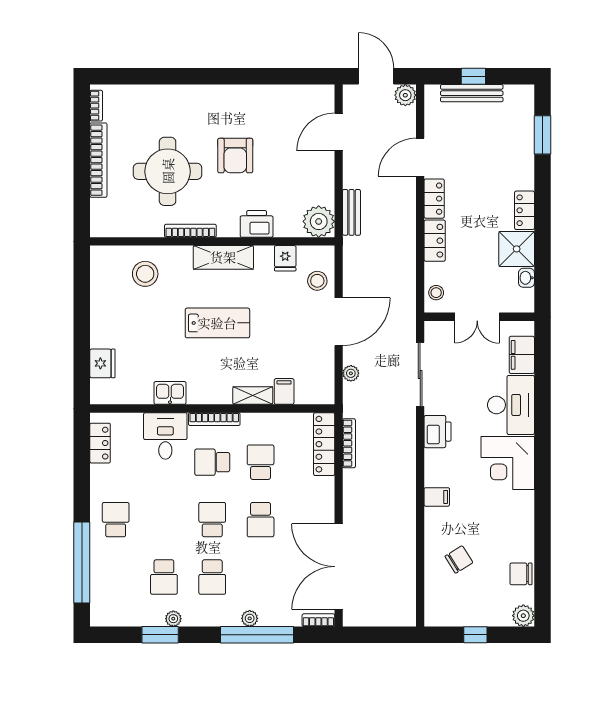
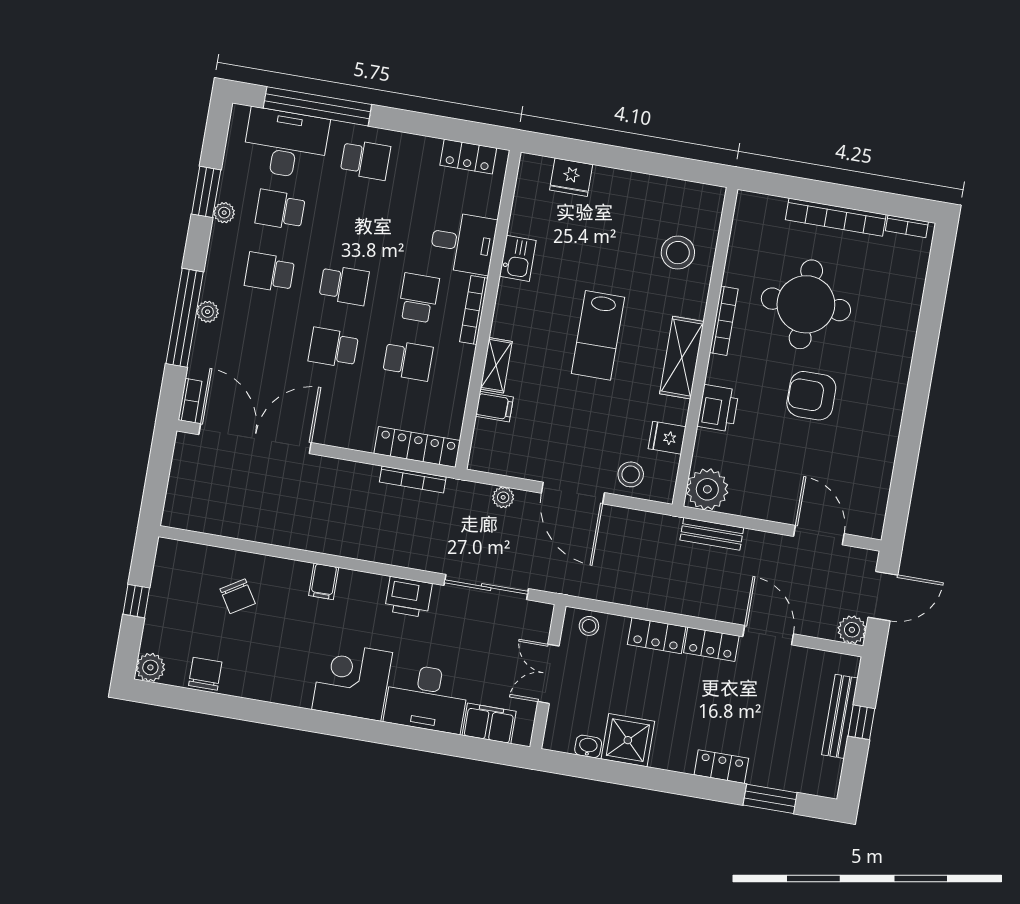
locker: (524, 210) -> (721, 767), moved
desk: (114, 581) -> (286, 144), added

